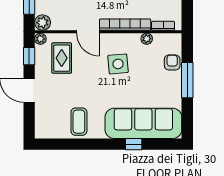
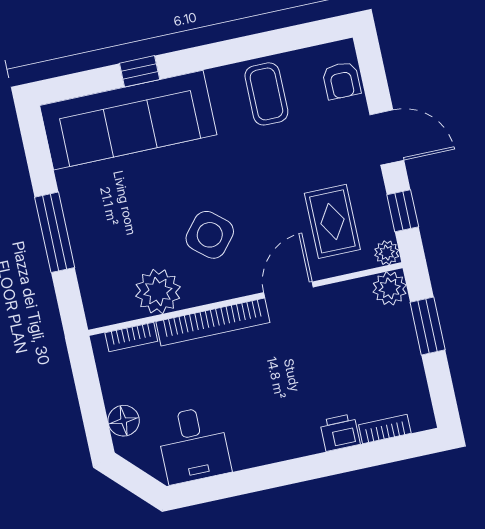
door: (88, 32) -> (288, 290), hinge flipped
plant: (147, 39) -> (158, 291), width x1.88, depth x1.88
armchair: (172, 62) -> (341, 81), moved
side table: (118, 64) -> (210, 235), turned 45

